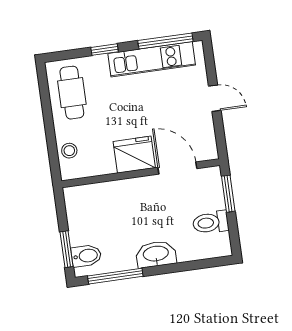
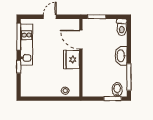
cafe table: (72, 93) -> (37, 85), removed
door: (177, 168) -> (81, 40), hinge flipped
toilet: (211, 222) -> (122, 27), moved

